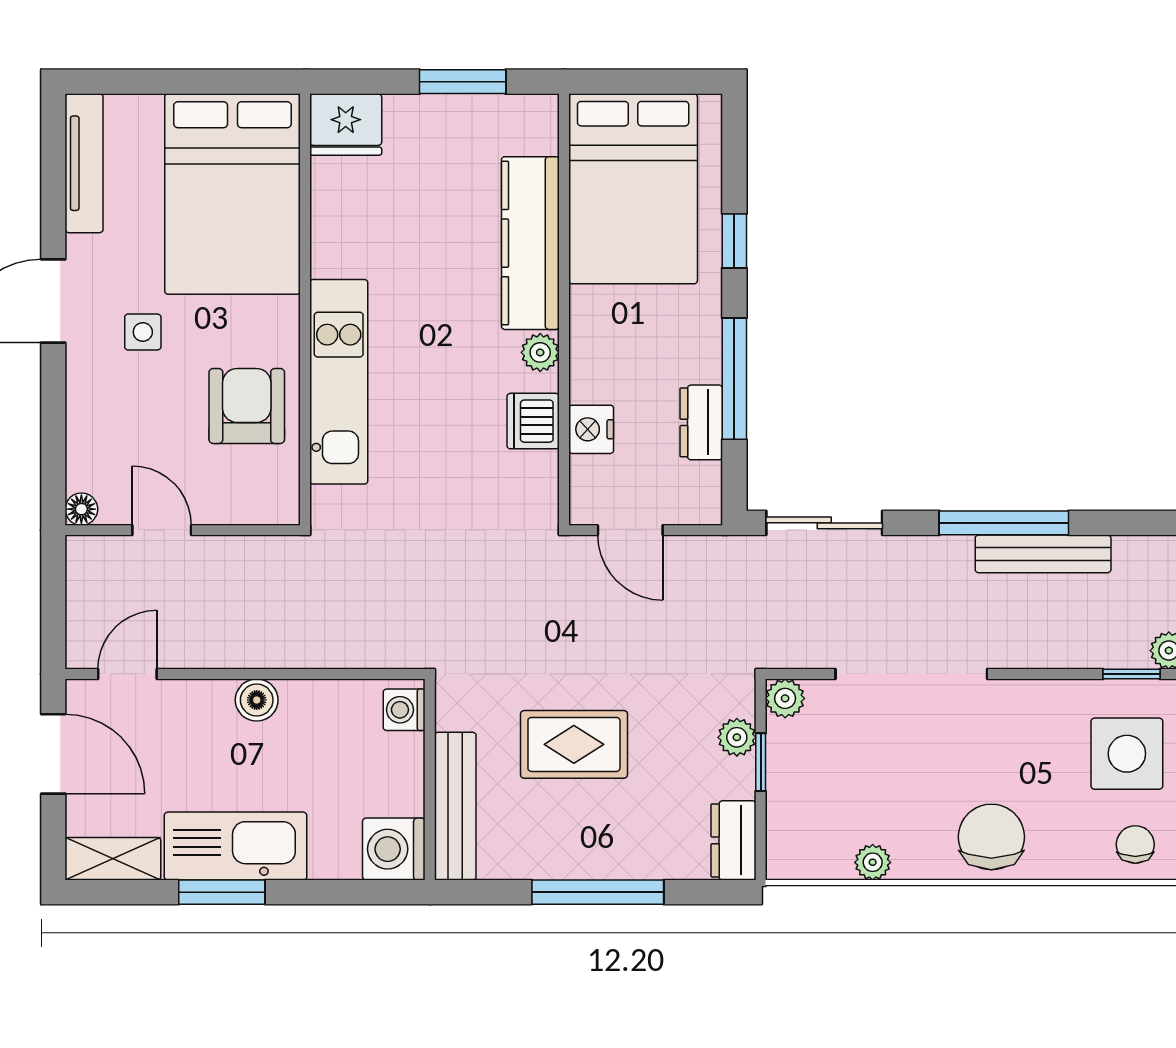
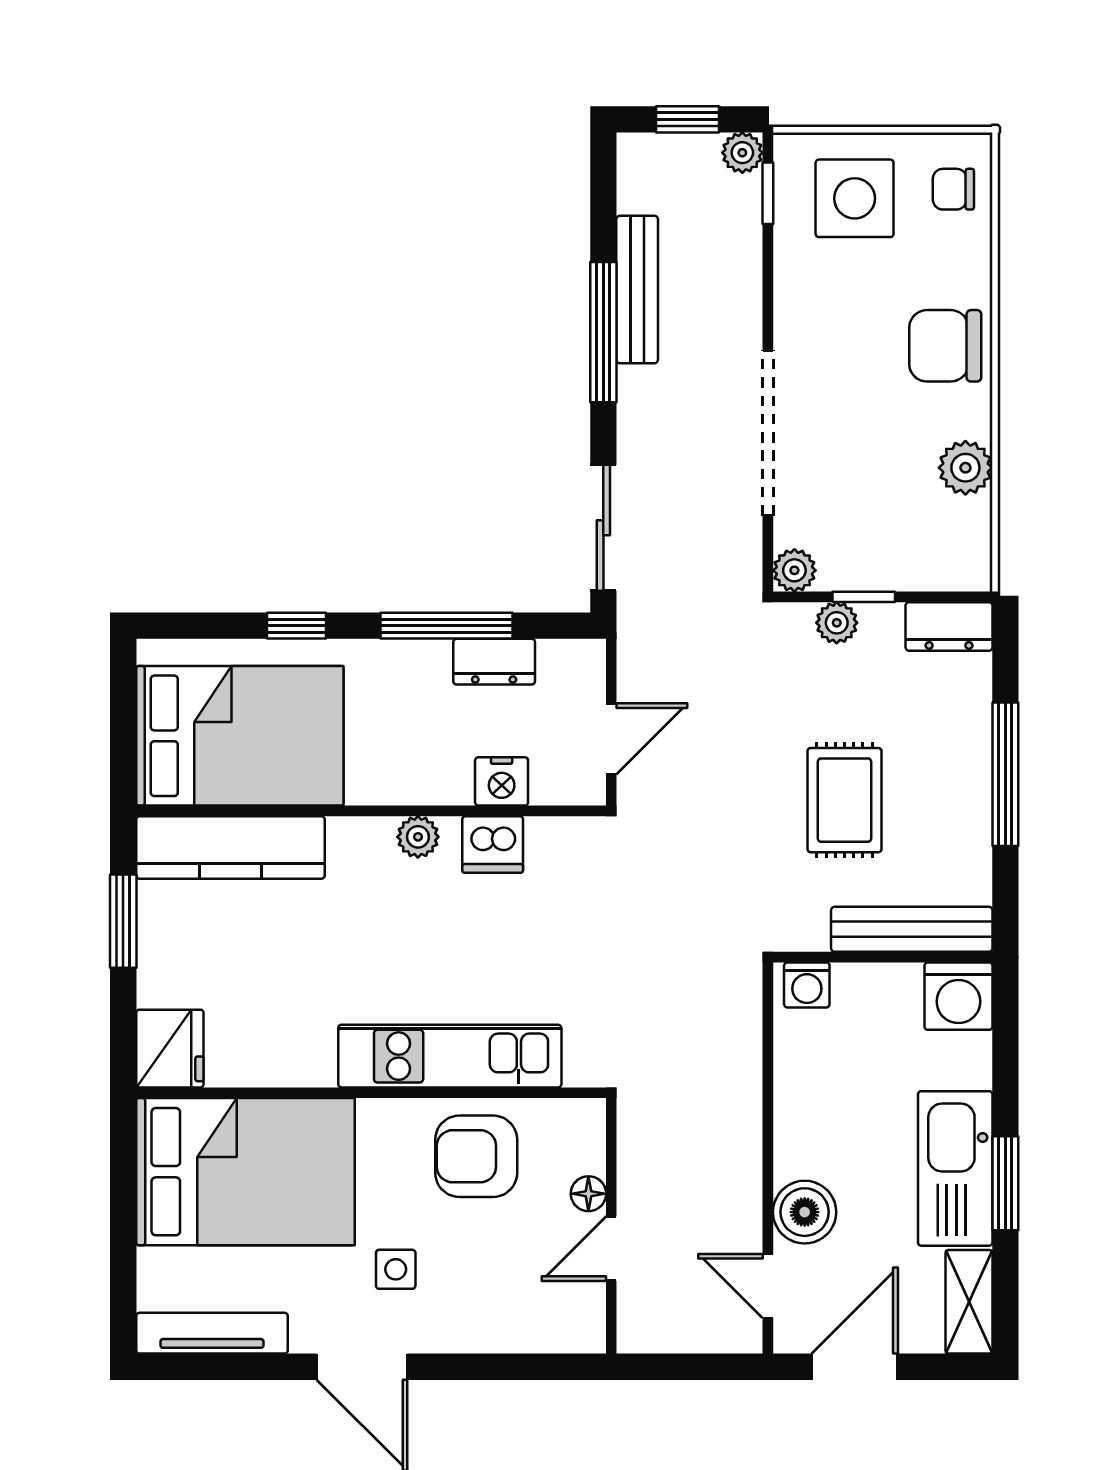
kitchen counter: (530, 243) -> (230, 847), moved
floor lamp: (81, 509) -> (588, 1194), moved
boiler: (257, 700) -> (805, 1212), moved, width x1.36, depth x1.36
plant: (873, 862) -> (965, 468), width x1.38, depth x1.38

